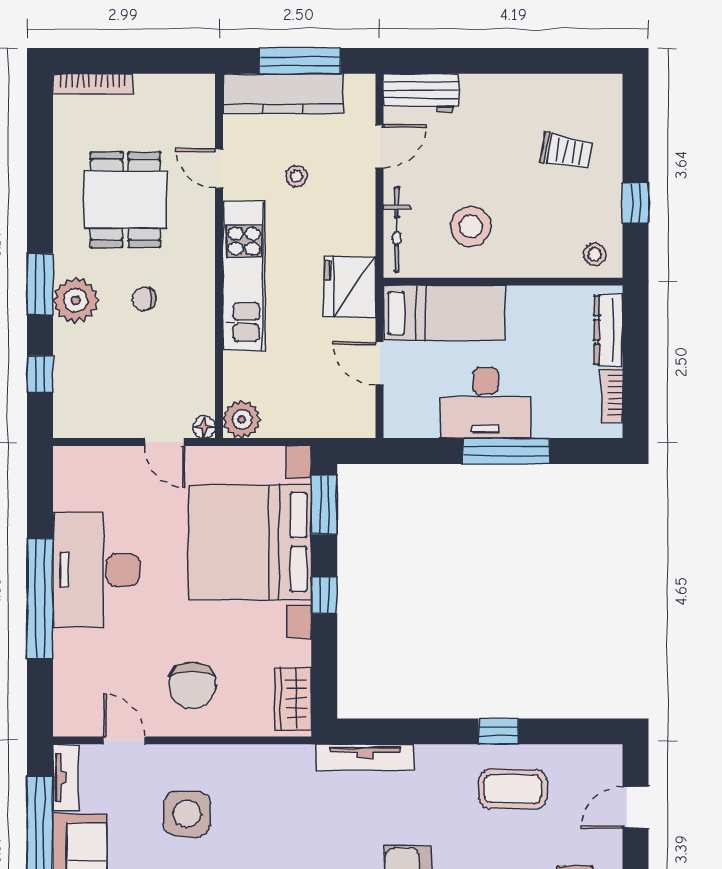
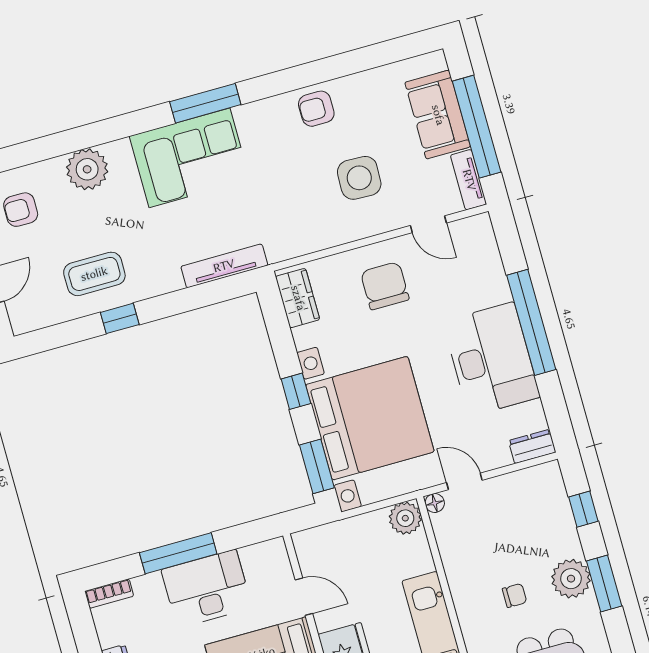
bookcase: (612, 395) -> (109, 594), moved, turned 90
dresser: (78, 460) -> (532, 446), added

